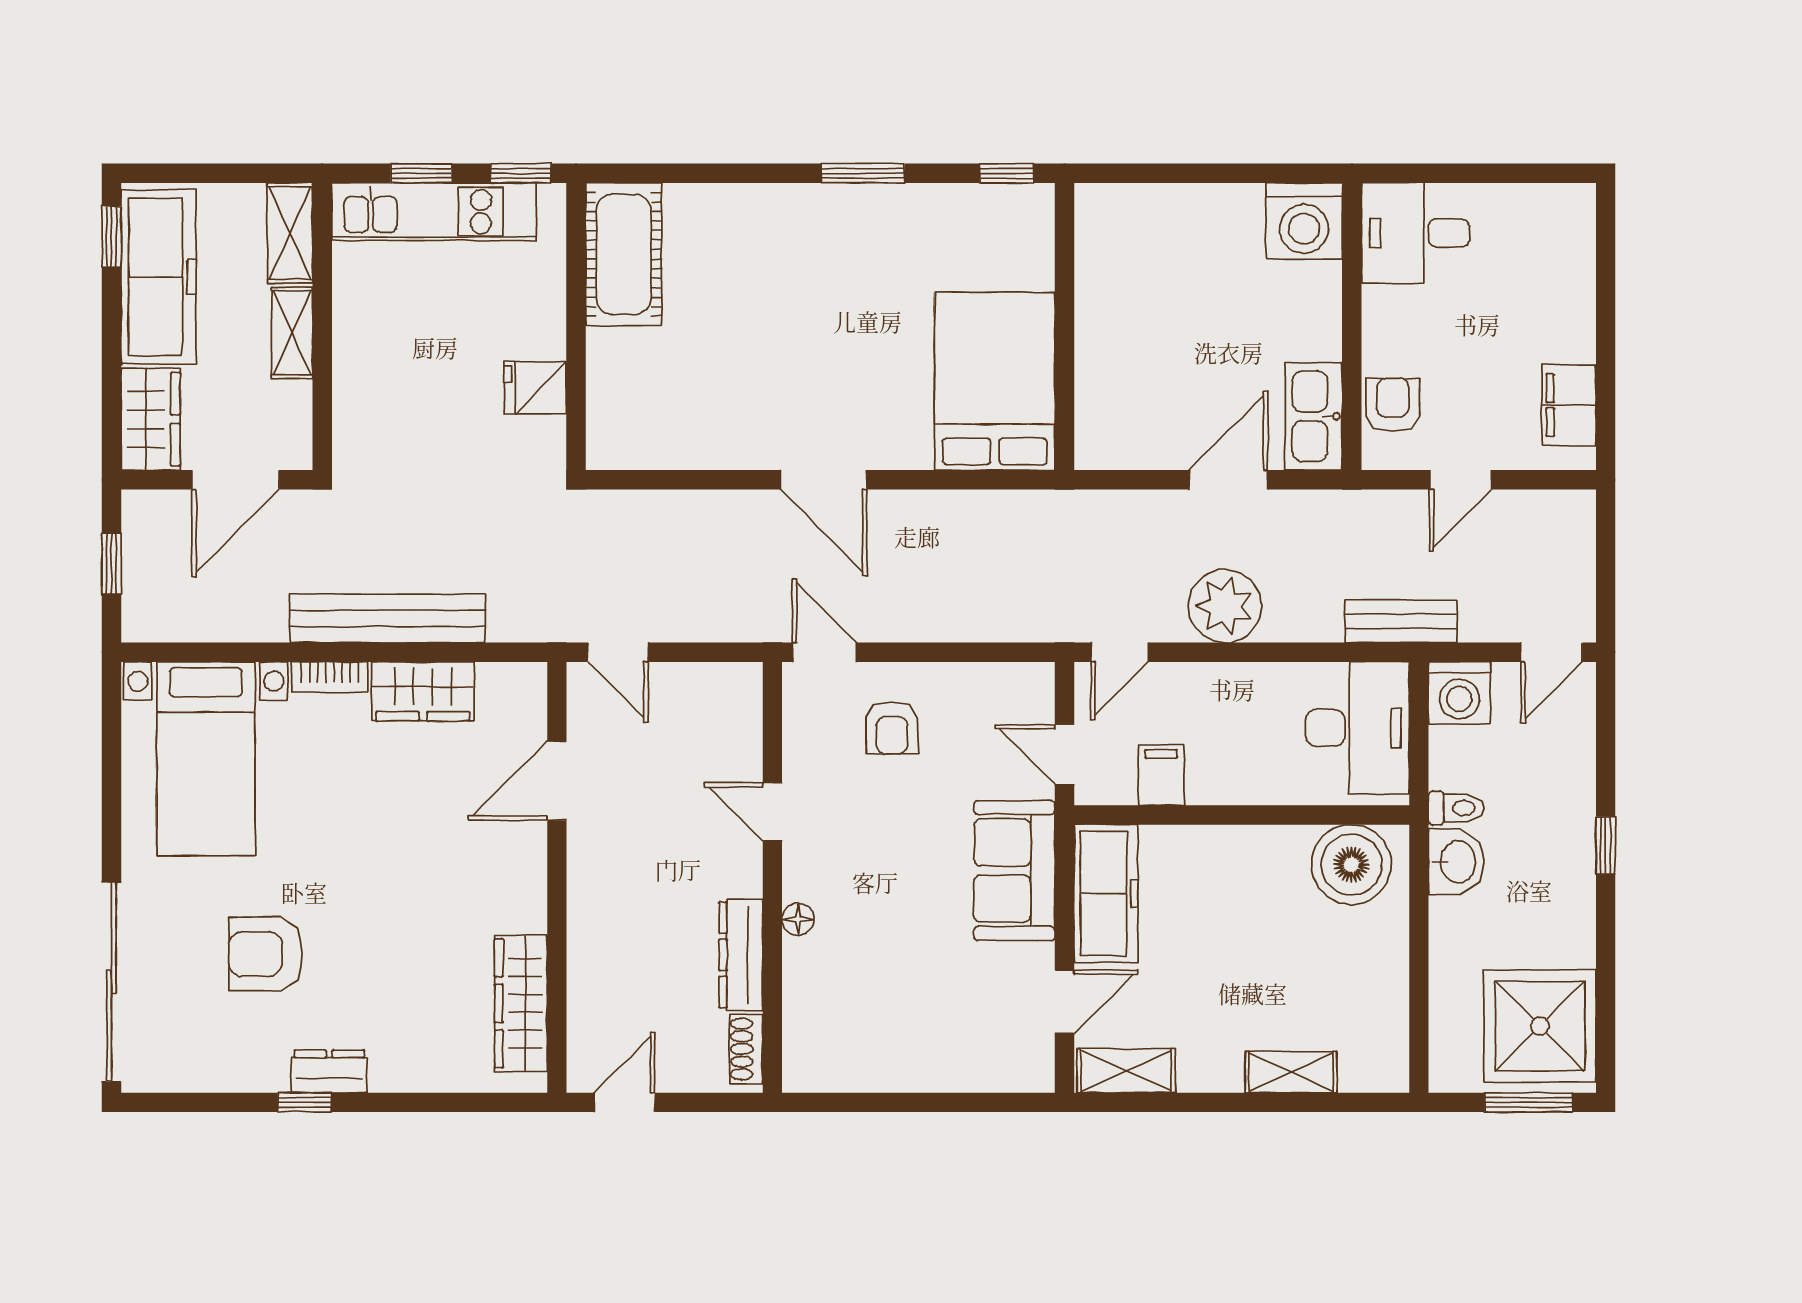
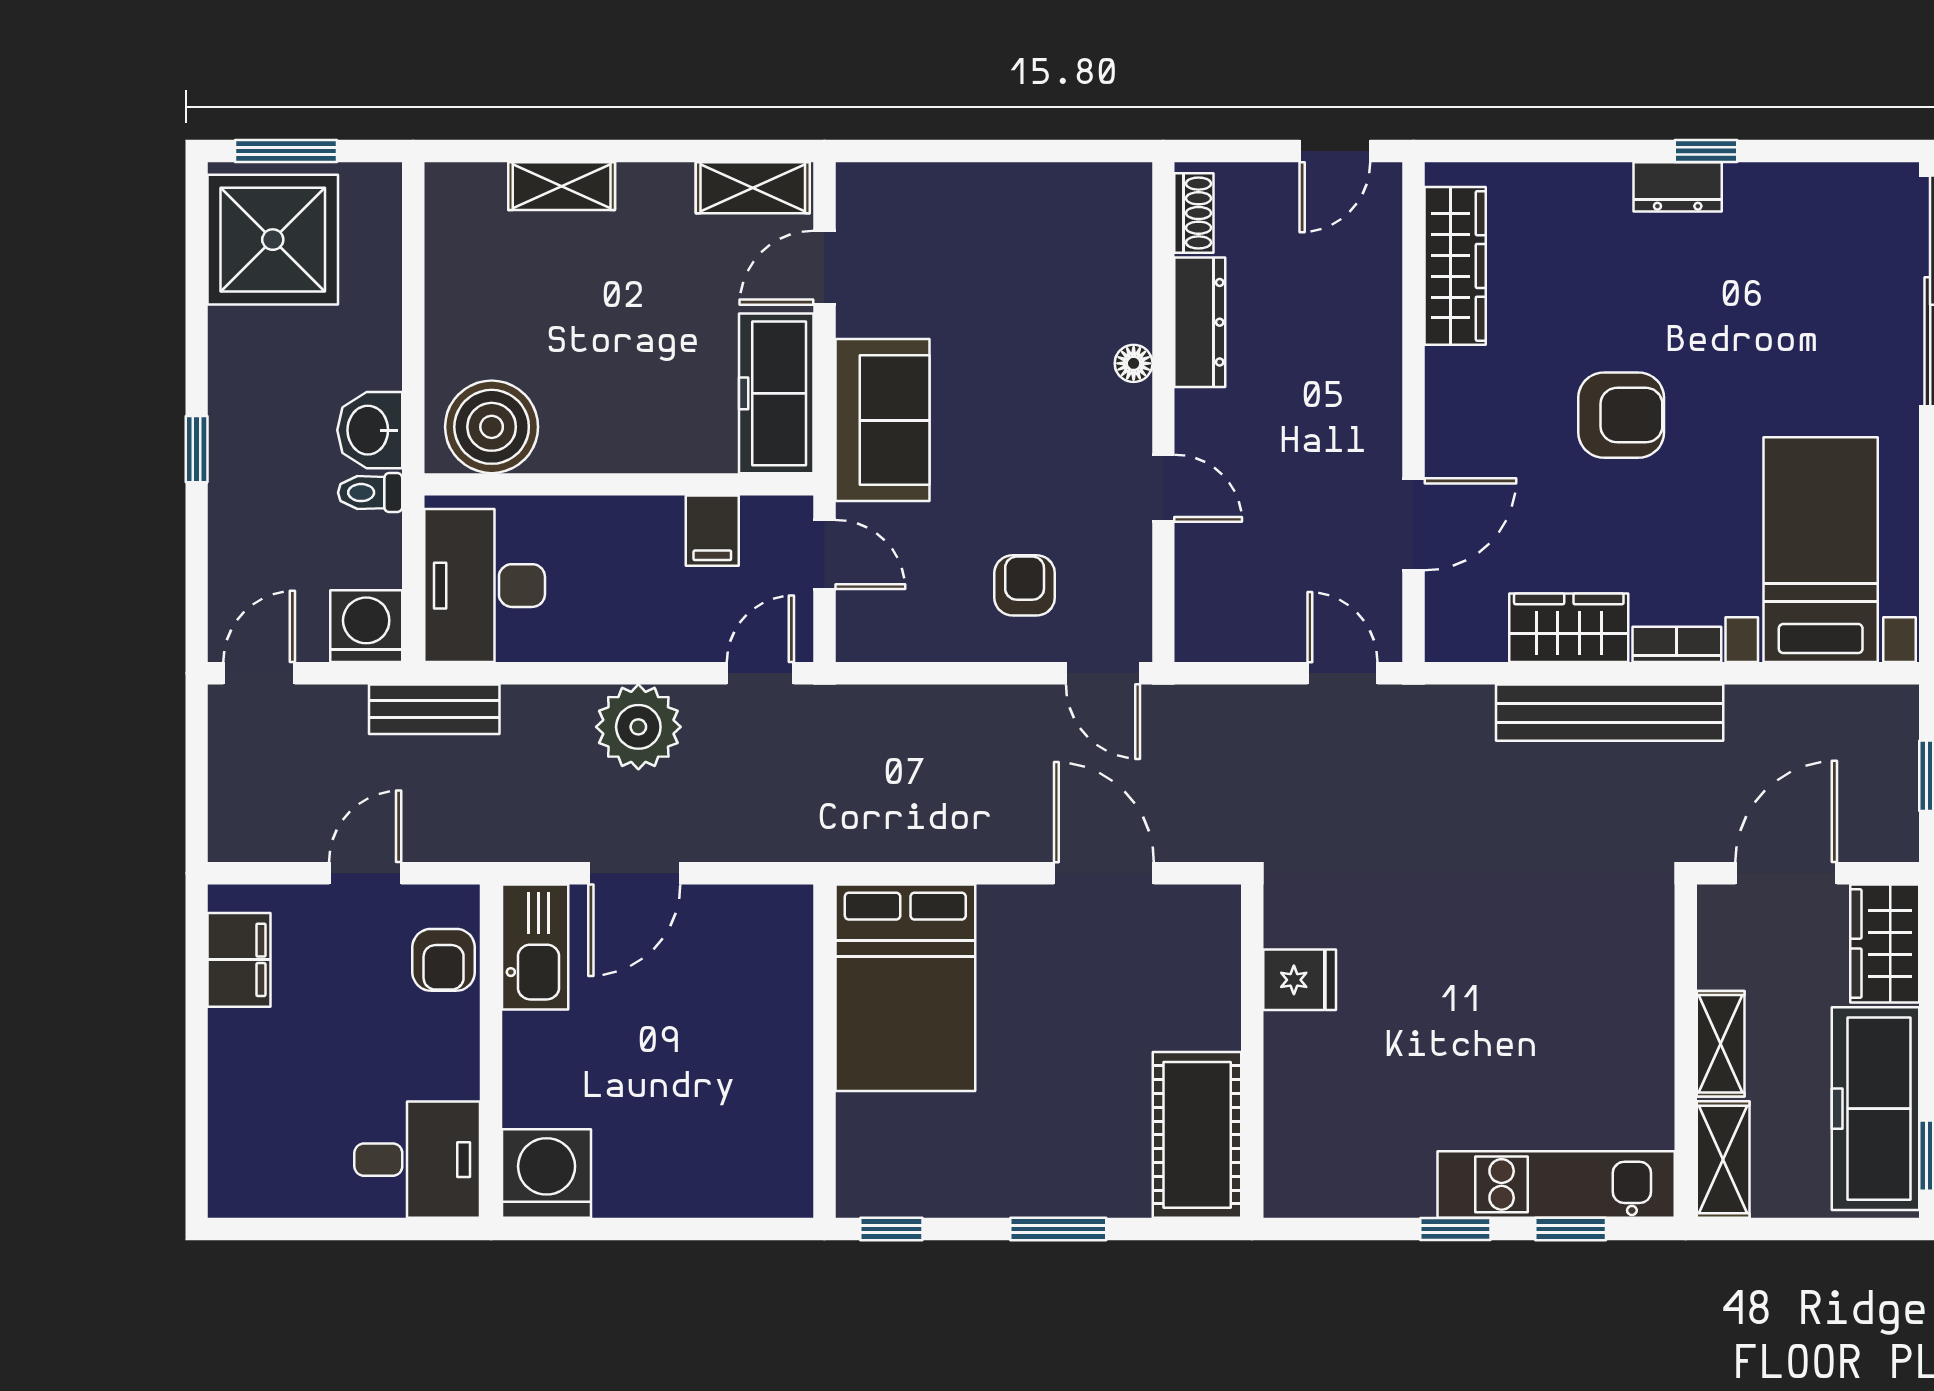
cot: (624, 254) -> (1197, 1135), moved
wall: (576, 327) -> (1252, 1051), moved
fridge: (535, 388) -> (1300, 980), moved
armchair: (266, 954) -> (1621, 415), moved

